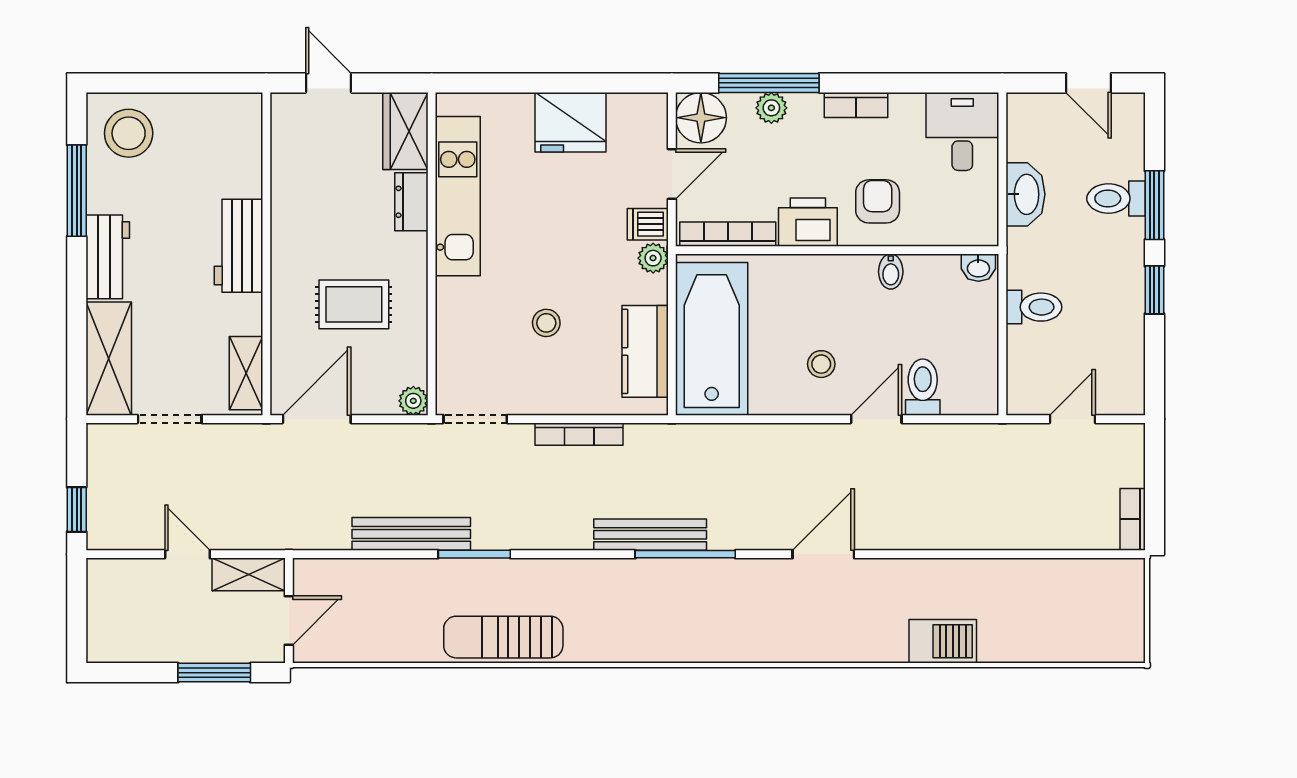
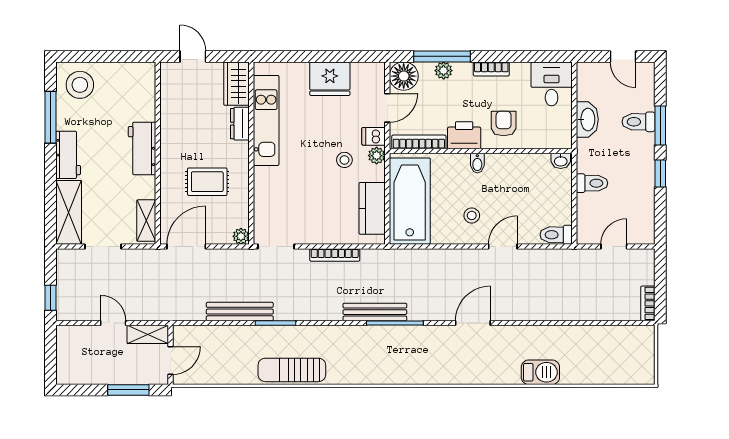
bidet: (891, 272) -> (477, 163), moved
stool: (546, 323) -> (344, 160), moved
toilet: (923, 387) -> (556, 235), moved, turned -90

